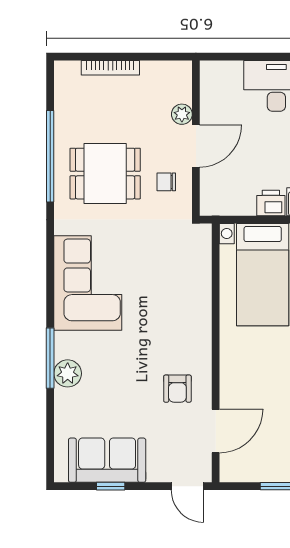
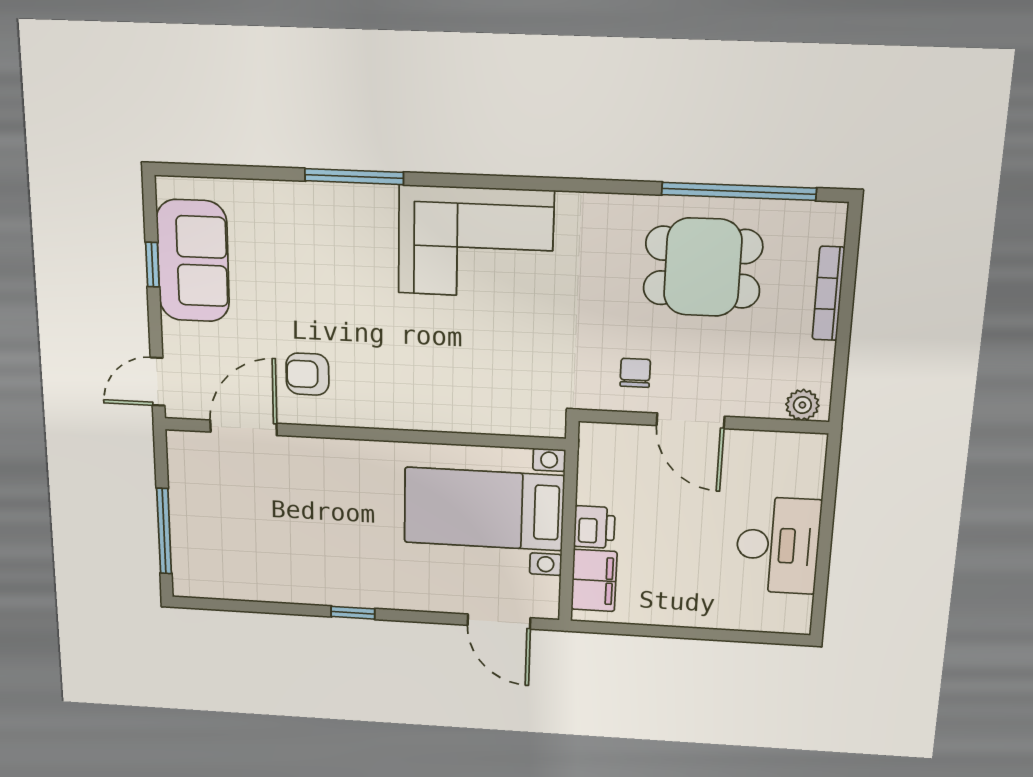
plant: (182, 114) -> (802, 405), moved
window: (50, 156) -> (739, 191), moved
dining table: (105, 174) -> (703, 267), moved, turned 90
plant: (68, 373) -> (329, 204), removed
door: (216, 431) -> (243, 428), swing flipped

